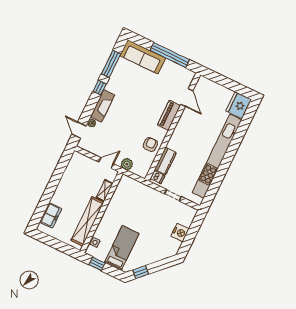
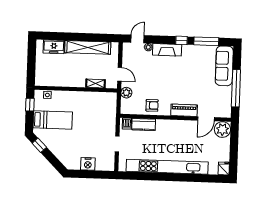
plant: (204, 86) -> (222, 130), added
fridge: (239, 105) -> (224, 168), width x0.53, depth x0.75
shelving: (87, 221) -> (88, 47), moved

